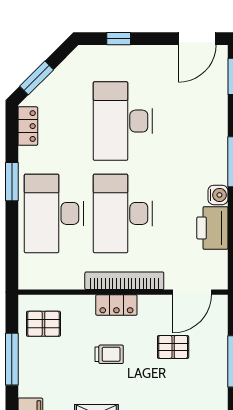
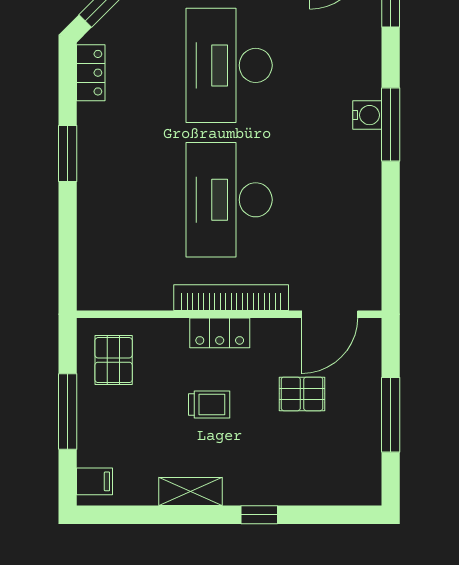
water cooler: (218, 195) -> (367, 115), moved
desk: (54, 213) -> (129, 200), removed
printer: (212, 228) -> (359, 221), removed
pallet: (43, 324) -> (114, 360), turned 90

